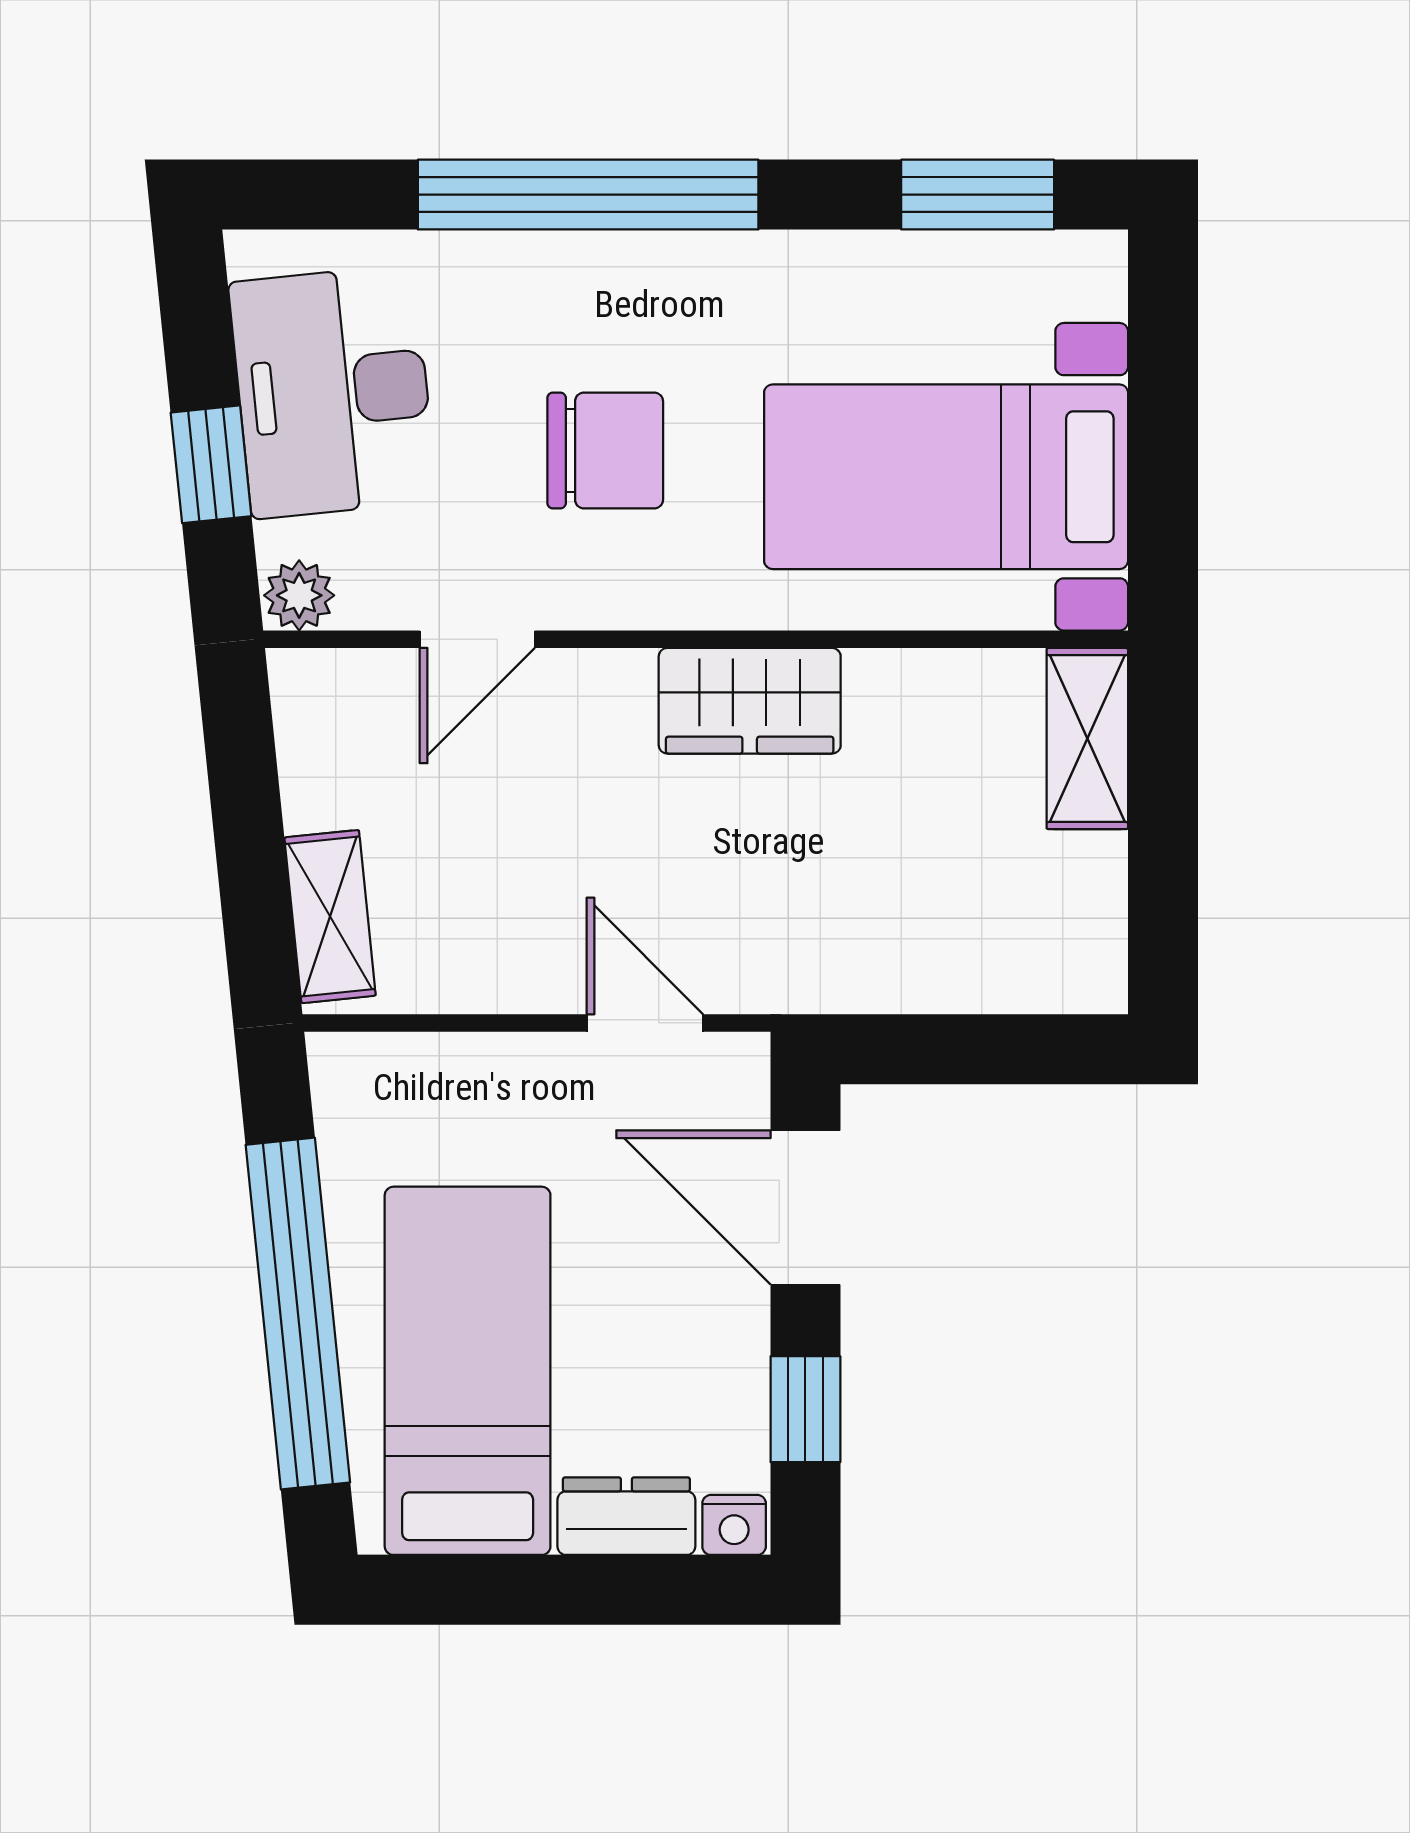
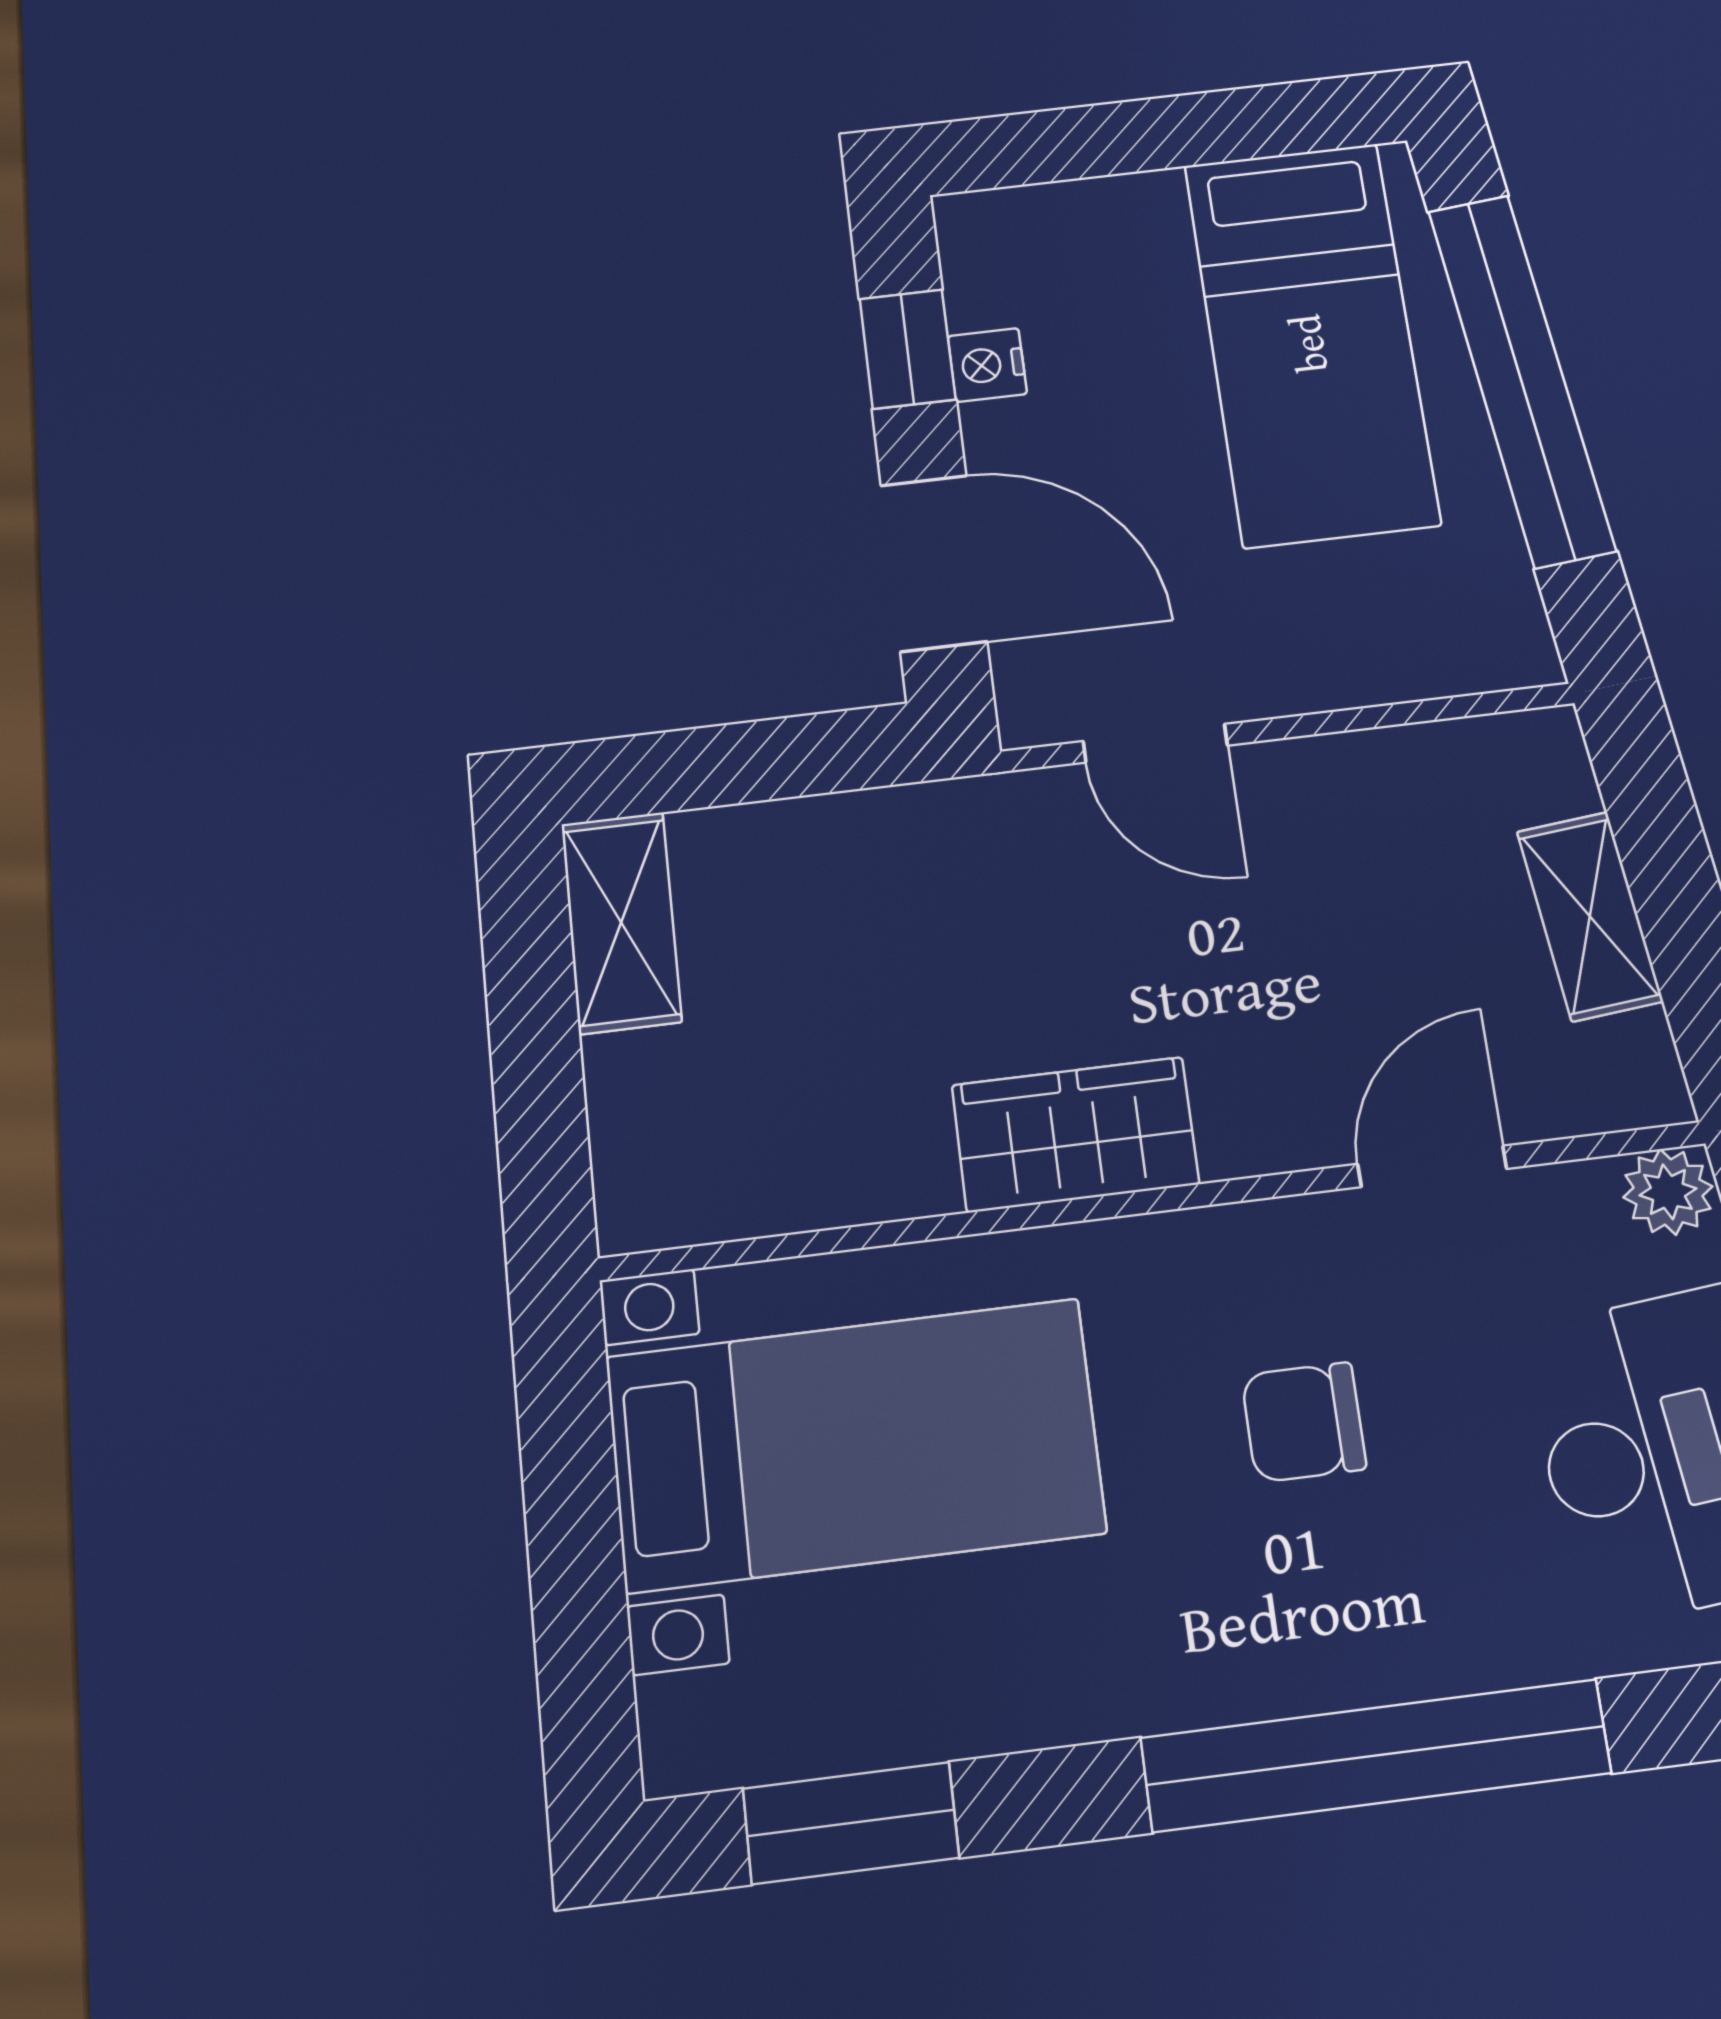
chair: (605, 451) -> (1304, 1422), width x0.73, depth x0.73
shelving: (1087, 739) -> (621, 922), moved
shelving: (330, 917) -> (1590, 916), moved
dresser: (626, 1516) -> (1103, 215), removed
nightstand: (734, 1525) -> (987, 365), moved, turned -90

